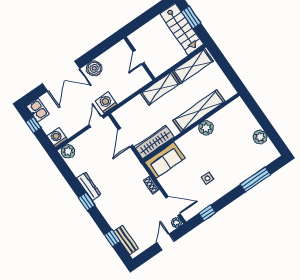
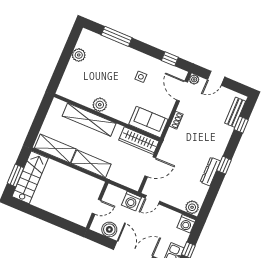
door: (139, 57) -> (97, 207), moved
wall: (139, 58) -> (97, 205), moved

